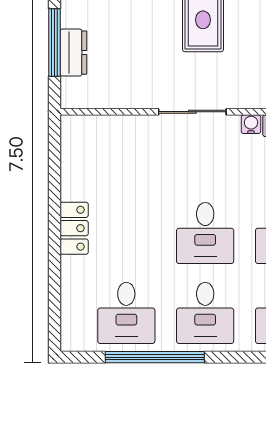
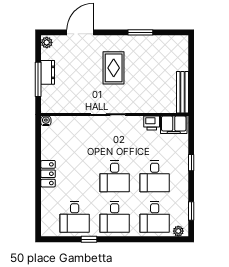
dresser: (73, 53) -> (48, 72), moved
water cooler: (251, 124) -> (46, 121), moved
window: (155, 357) -> (89, 239), width x0.32

